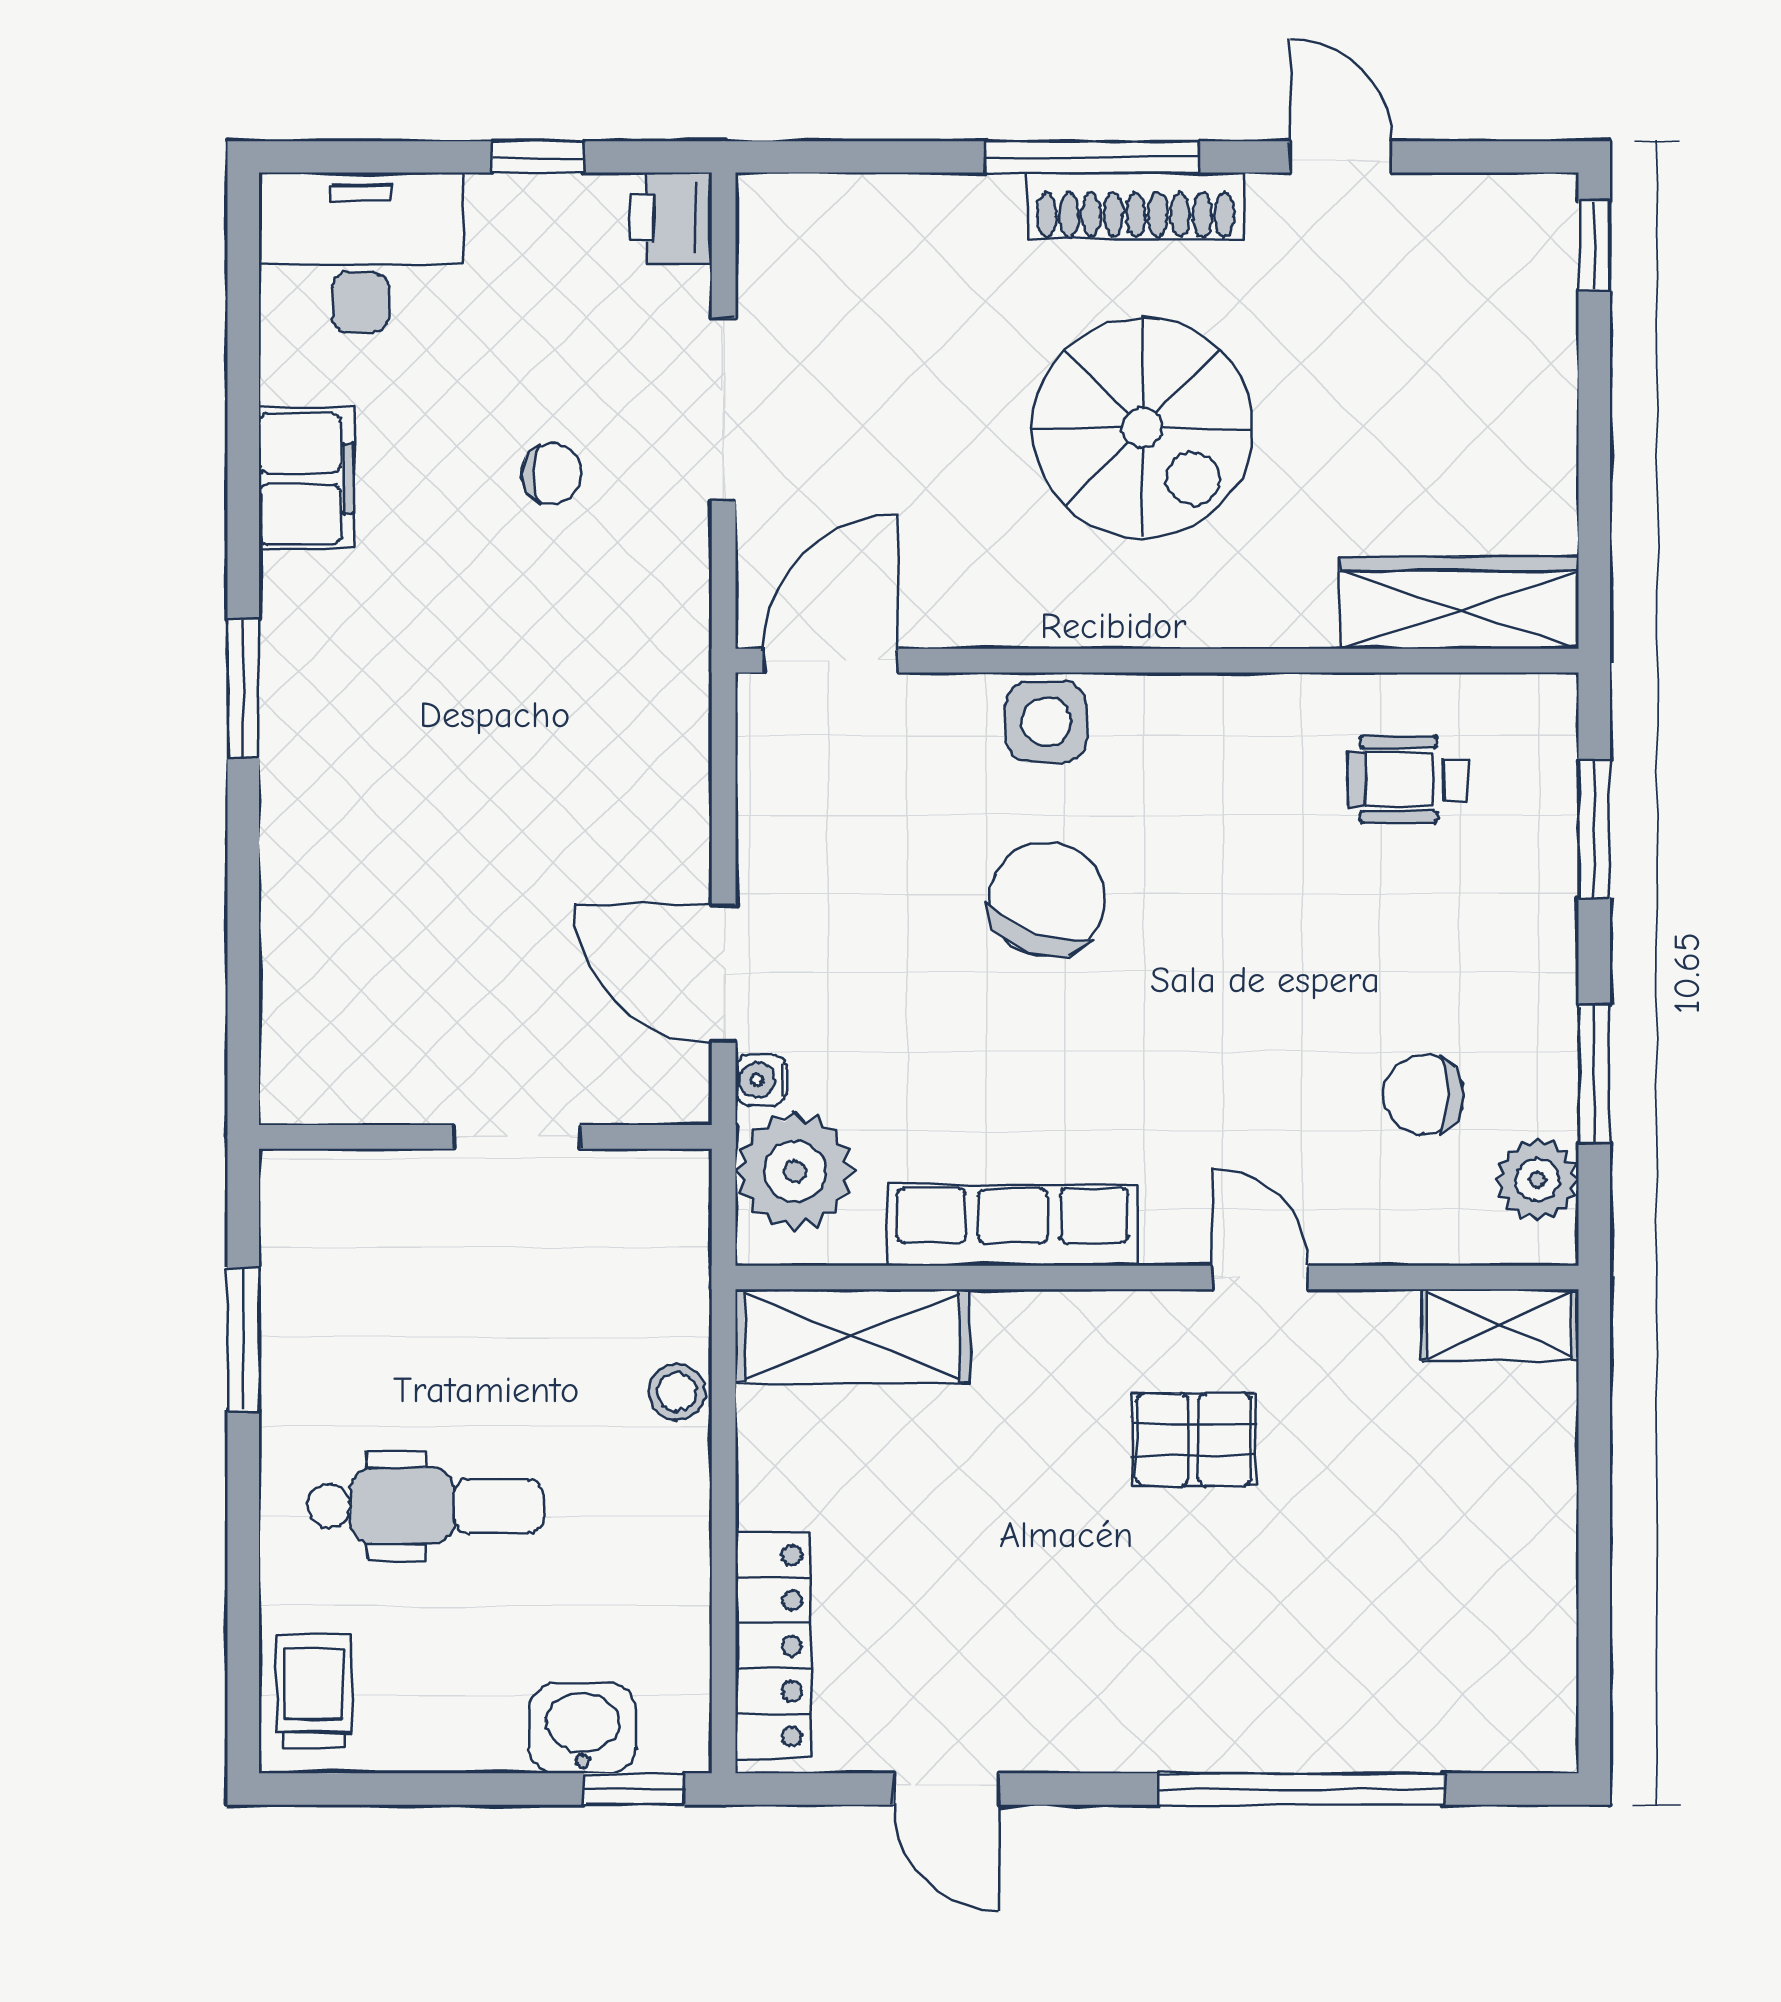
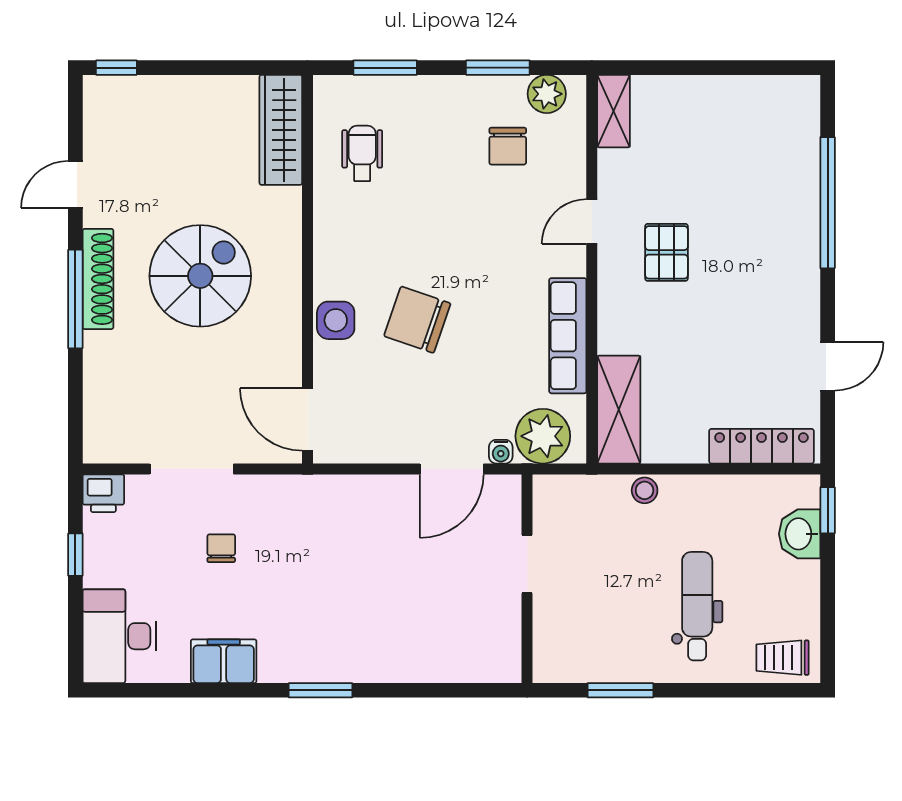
wheelchair: (1408, 779) -> (362, 153), turned 180

